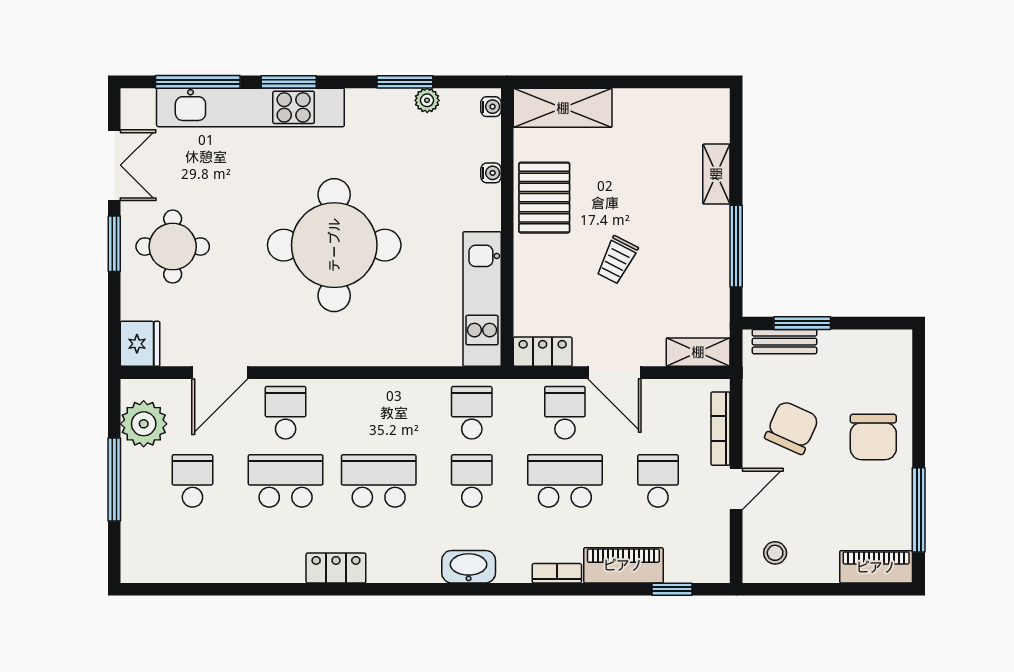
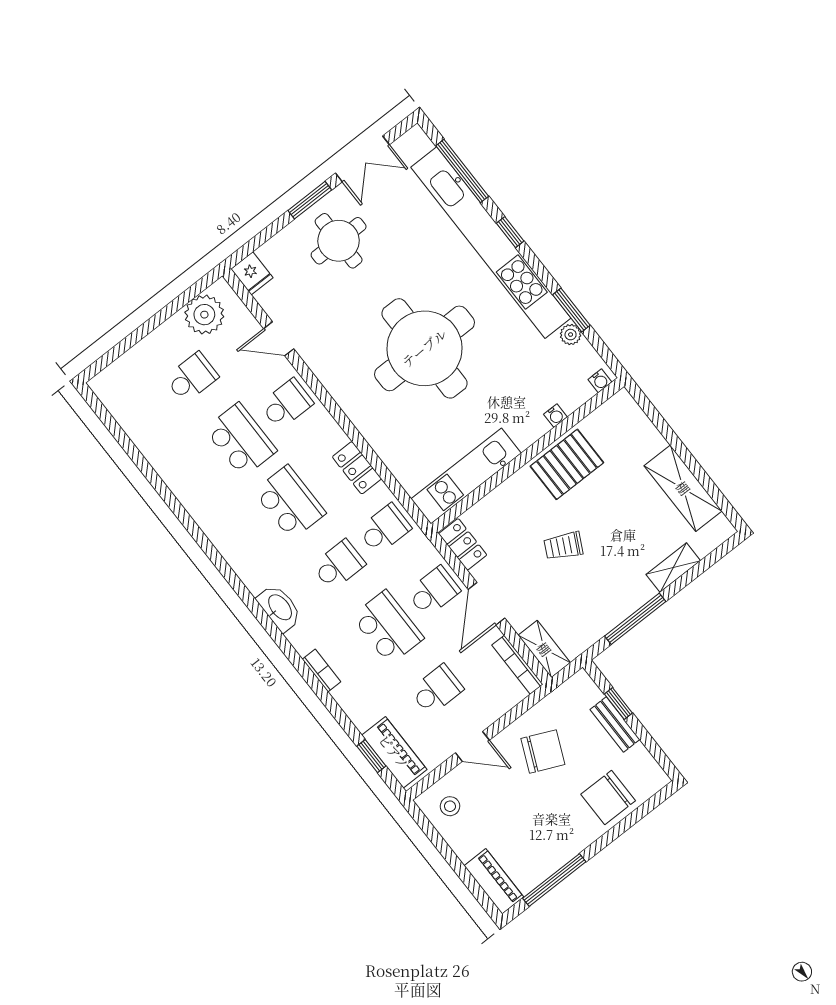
window: (289, 82) -> (510, 232), width x0.67
kitchen unit: (250, 107) -> (491, 243), width x1.36
shelving: (563, 108) -> (683, 488), moved
window: (802, 323) -> (618, 704), width x0.67
bench: (784, 342) -> (615, 725), moved
fridge: (140, 344) -> (252, 273), width x0.72
door: (220, 373) -> (279, 339), width x0.73
bookcase: (721, 429) -> (517, 665), moved, turned -90
chair: (873, 437) -> (608, 798), moved
window: (114, 479) -> (152, 324), removed
piano: (623, 565) -> (394, 752), moved
locker: (336, 568) -> (357, 468), moved, turned 180

